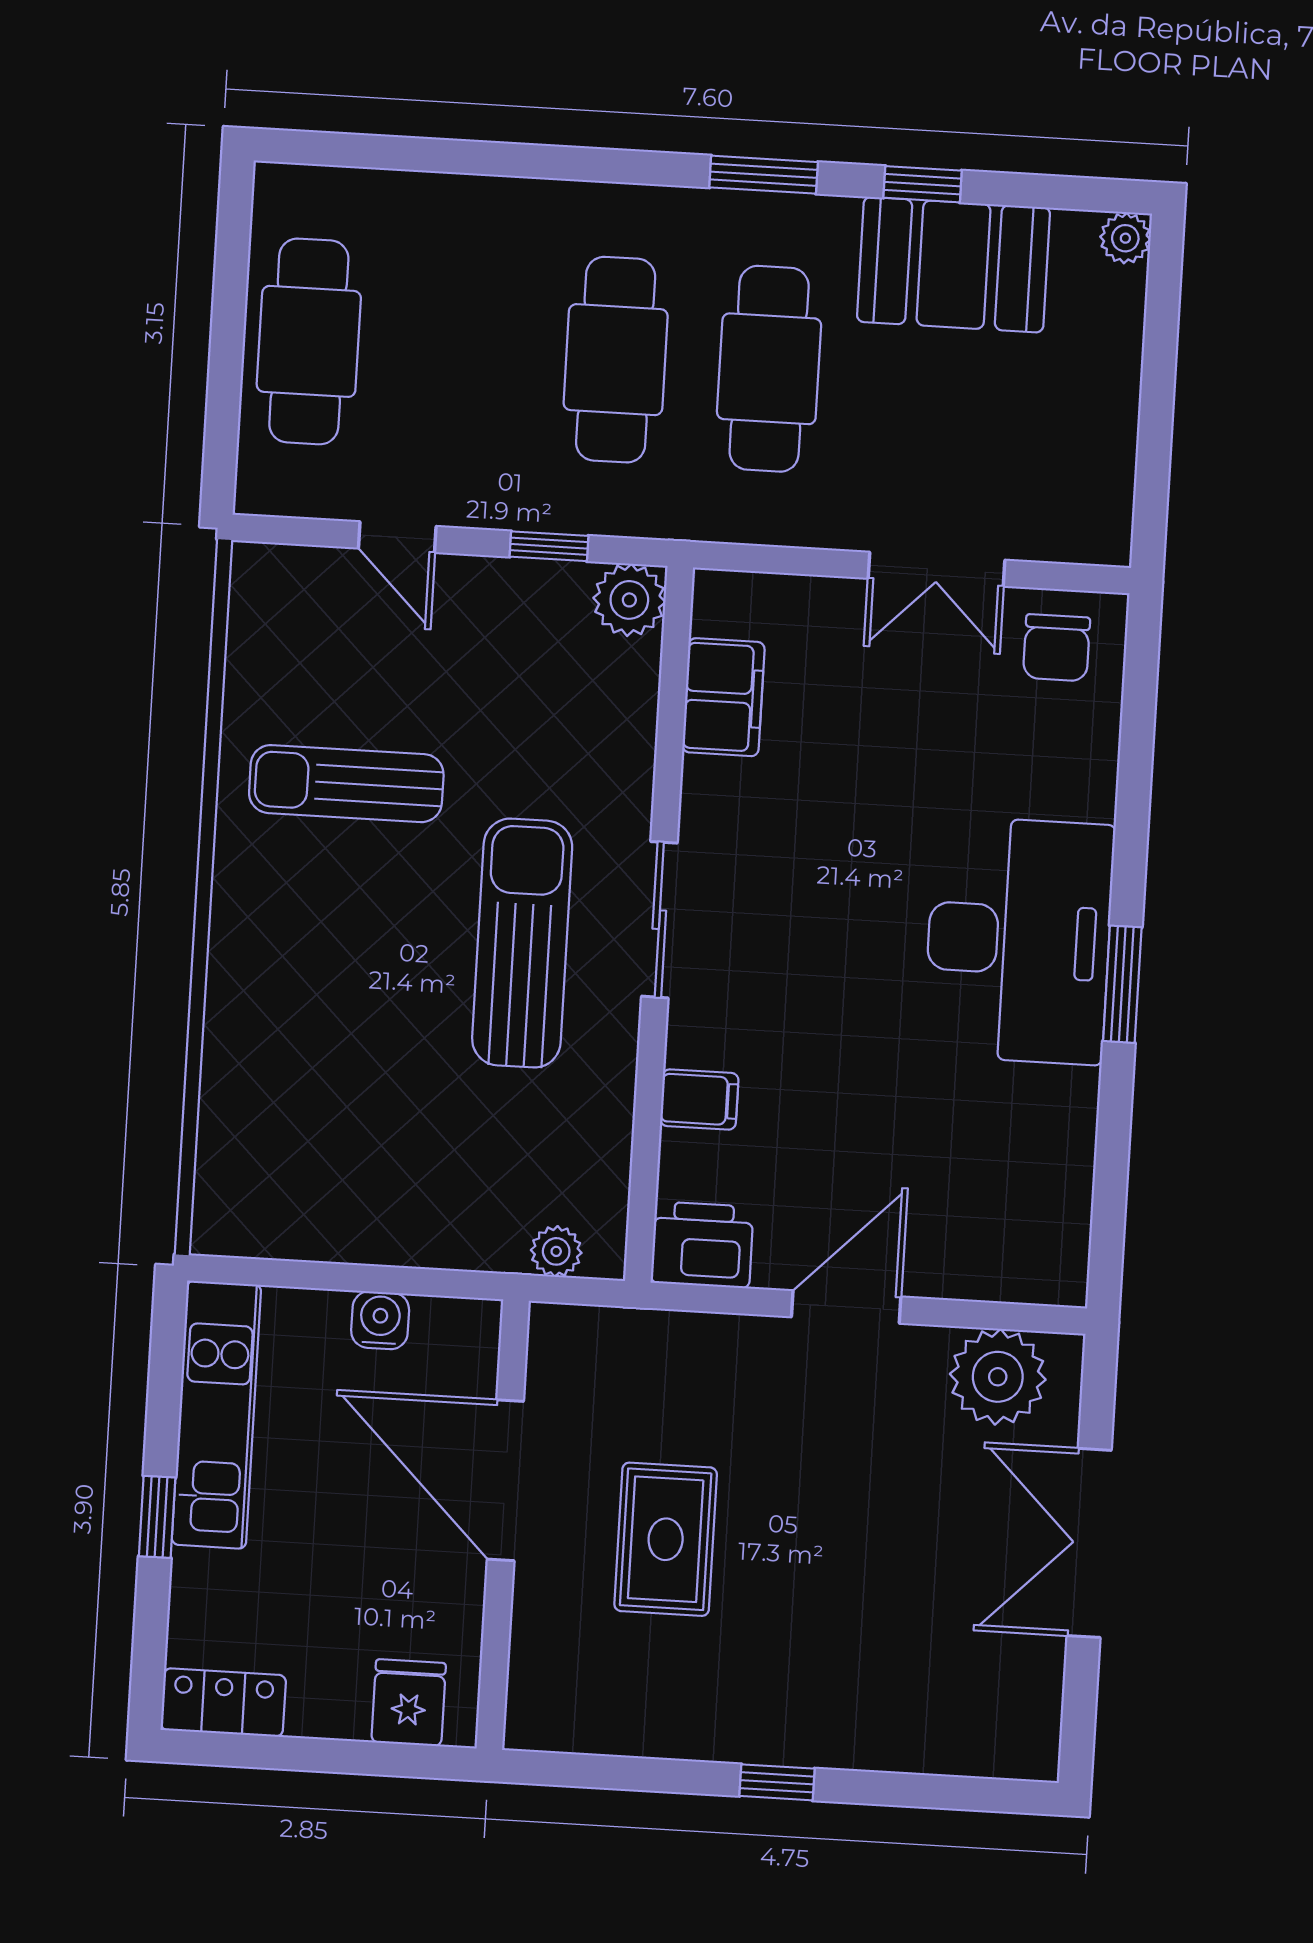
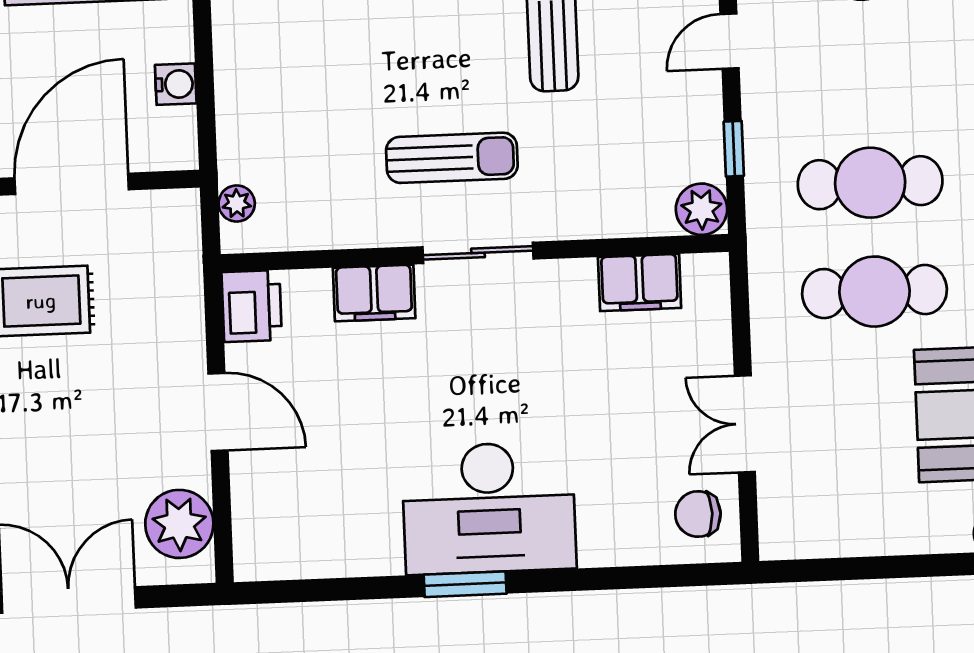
sun lounger: (522, 943) -> (452, 158), width x0.73, depth x0.75
filing cabinet: (699, 1099) -> (374, 293), width x2.00

